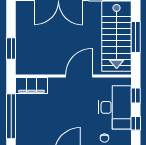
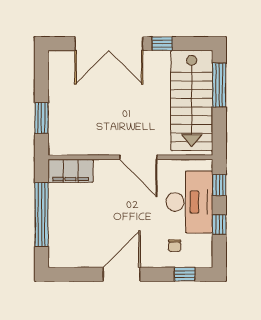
window: (136, 37) -> (219, 85), moved
door: (79, 76) -> (138, 157), swing flipped

